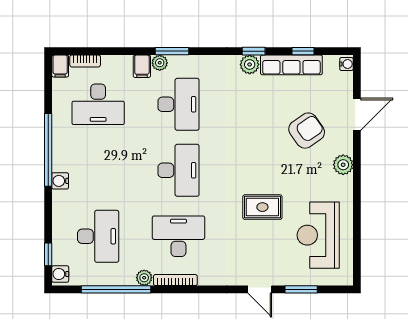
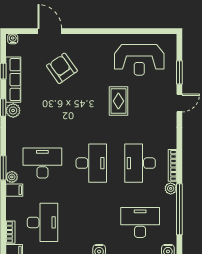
plant: (343, 165) -> (87, 41), removed
desk: (178, 170) -> (91, 163), turned 90

